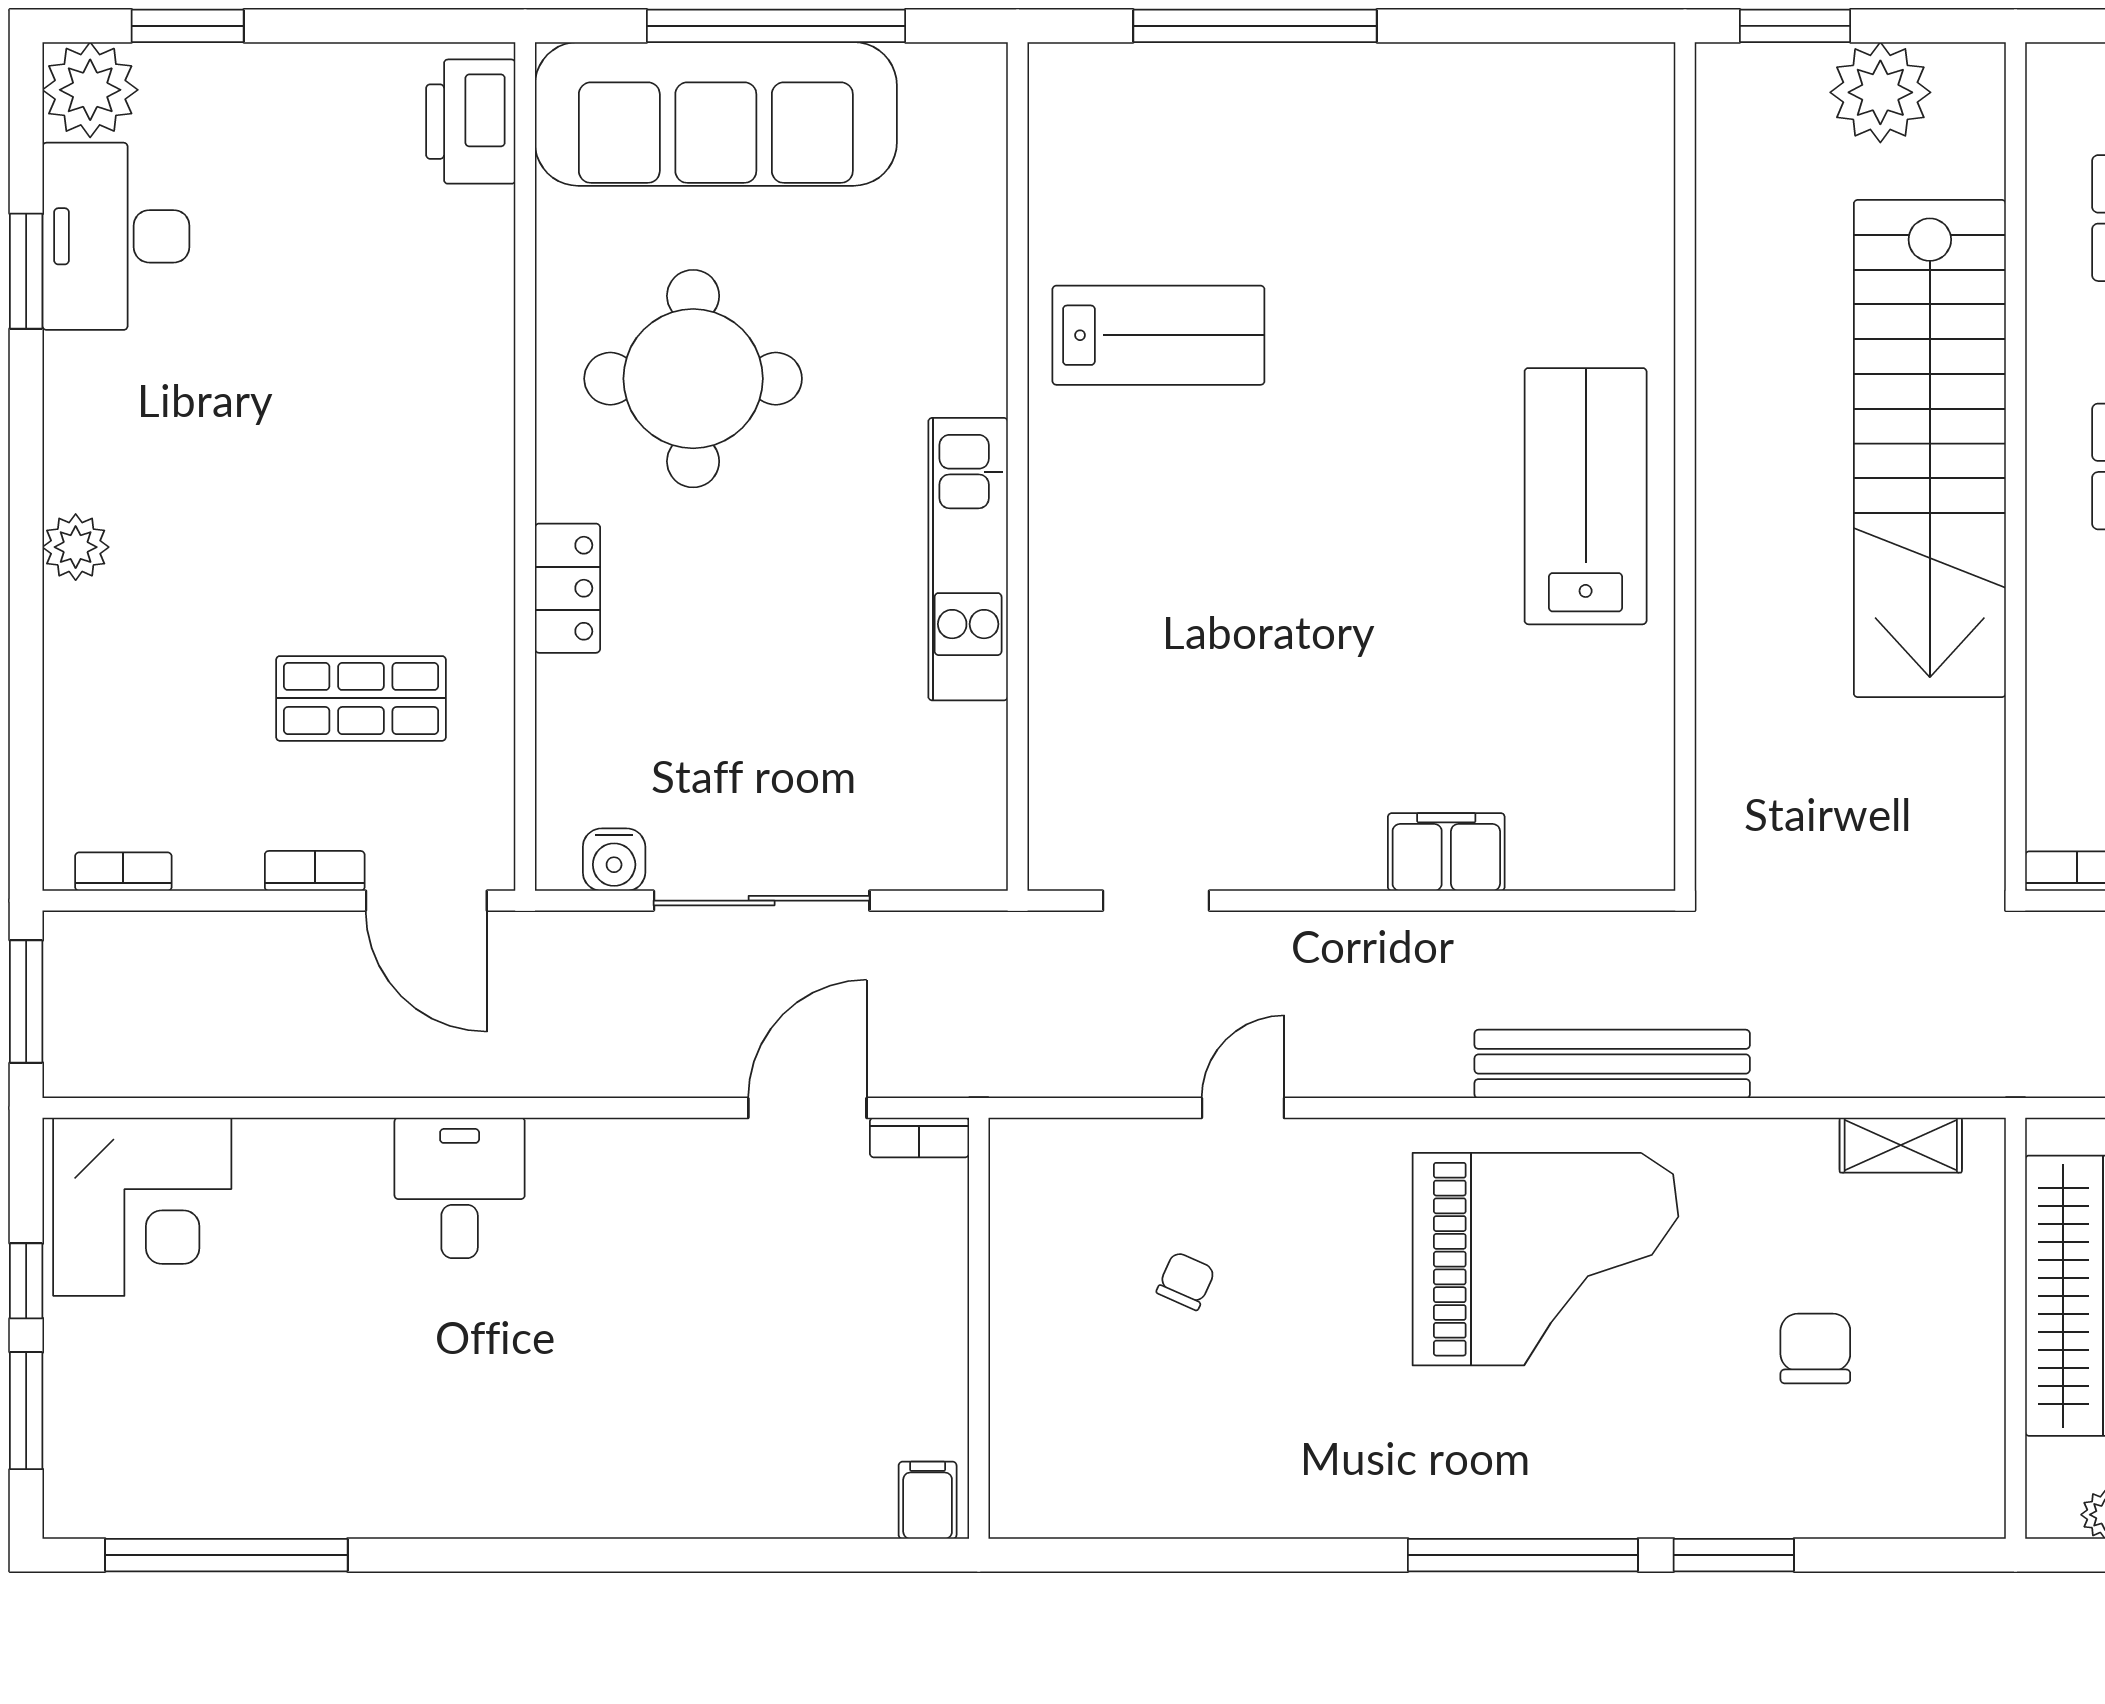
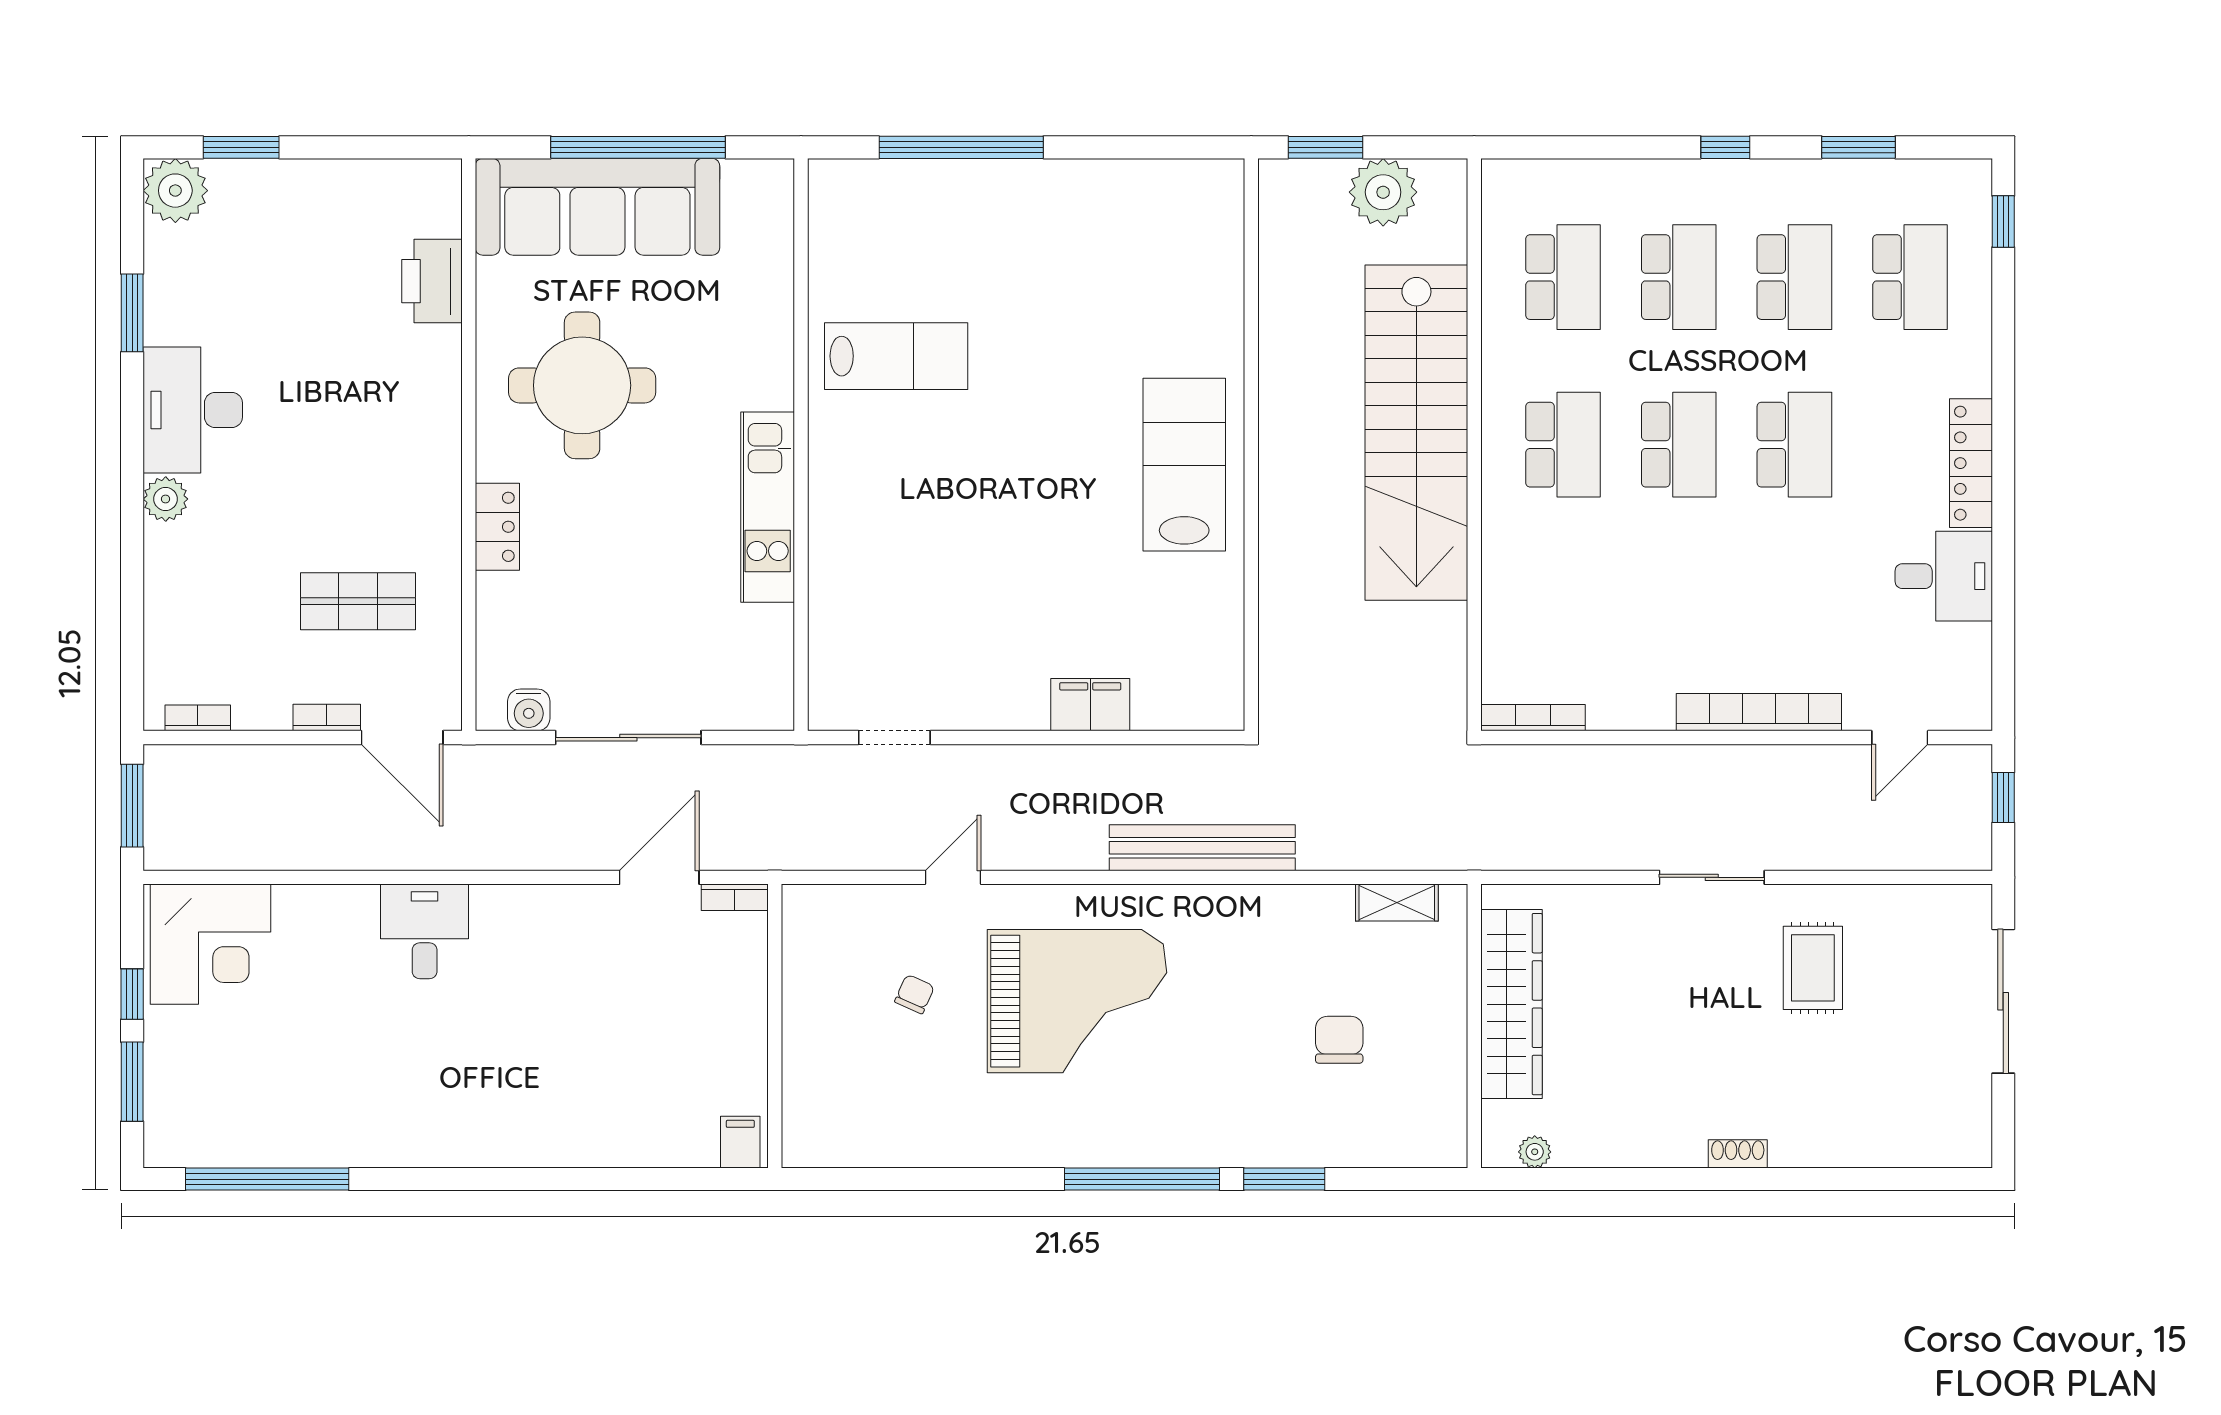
printer: (471, 122) -> (432, 281), moved
desk: (116, 236) -> (193, 410), moved
grand piano: (1545, 1259) -> (1077, 1001), moved

